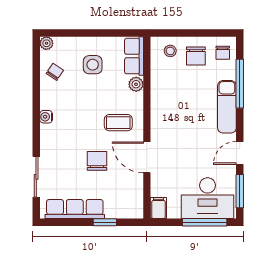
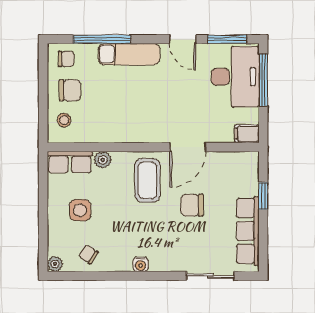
coffee table: (118, 123) -> (147, 180), width x1.36, depth x1.30

